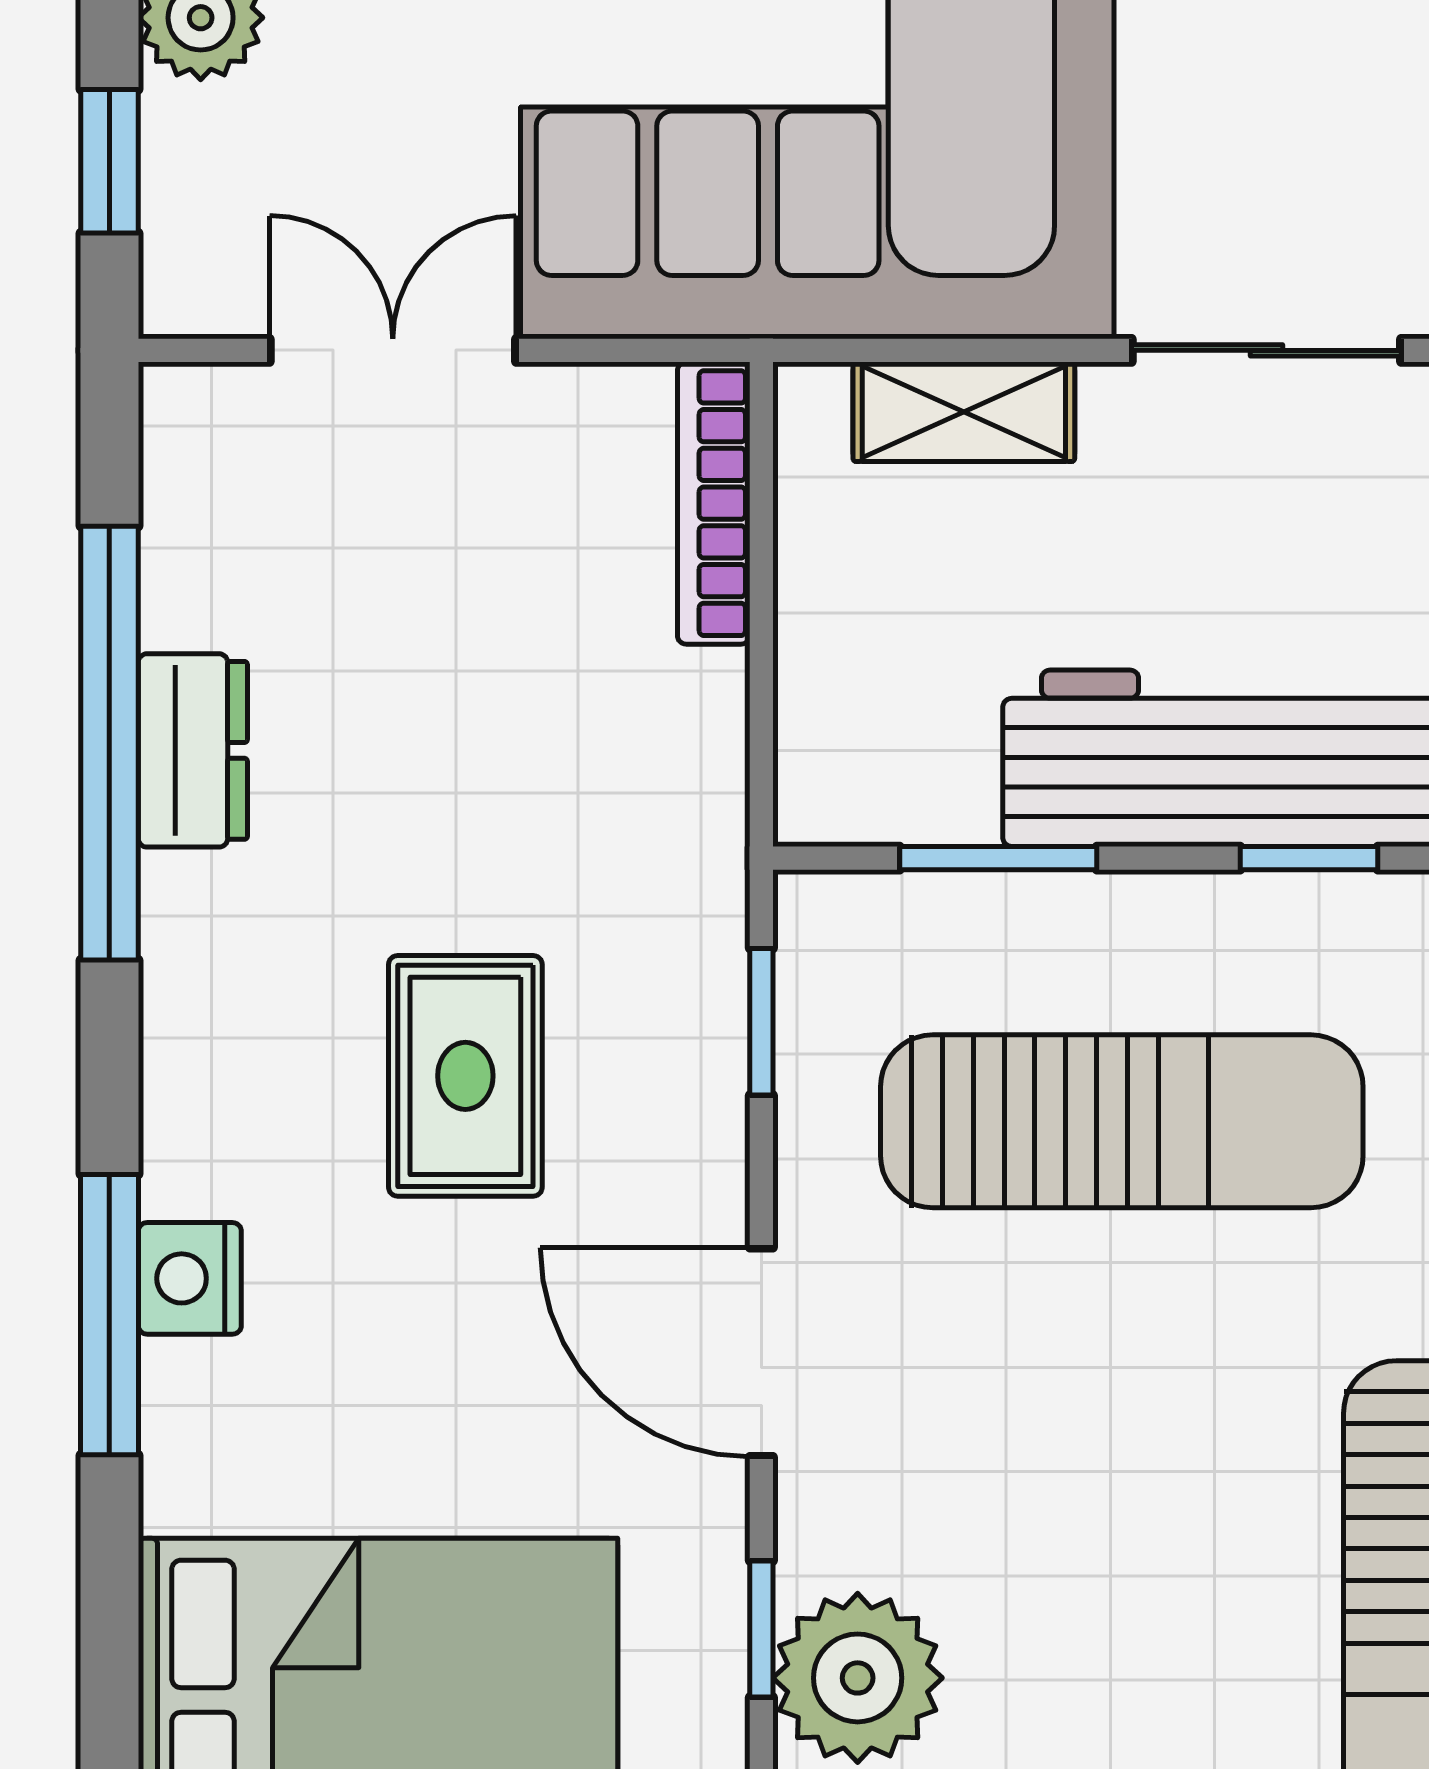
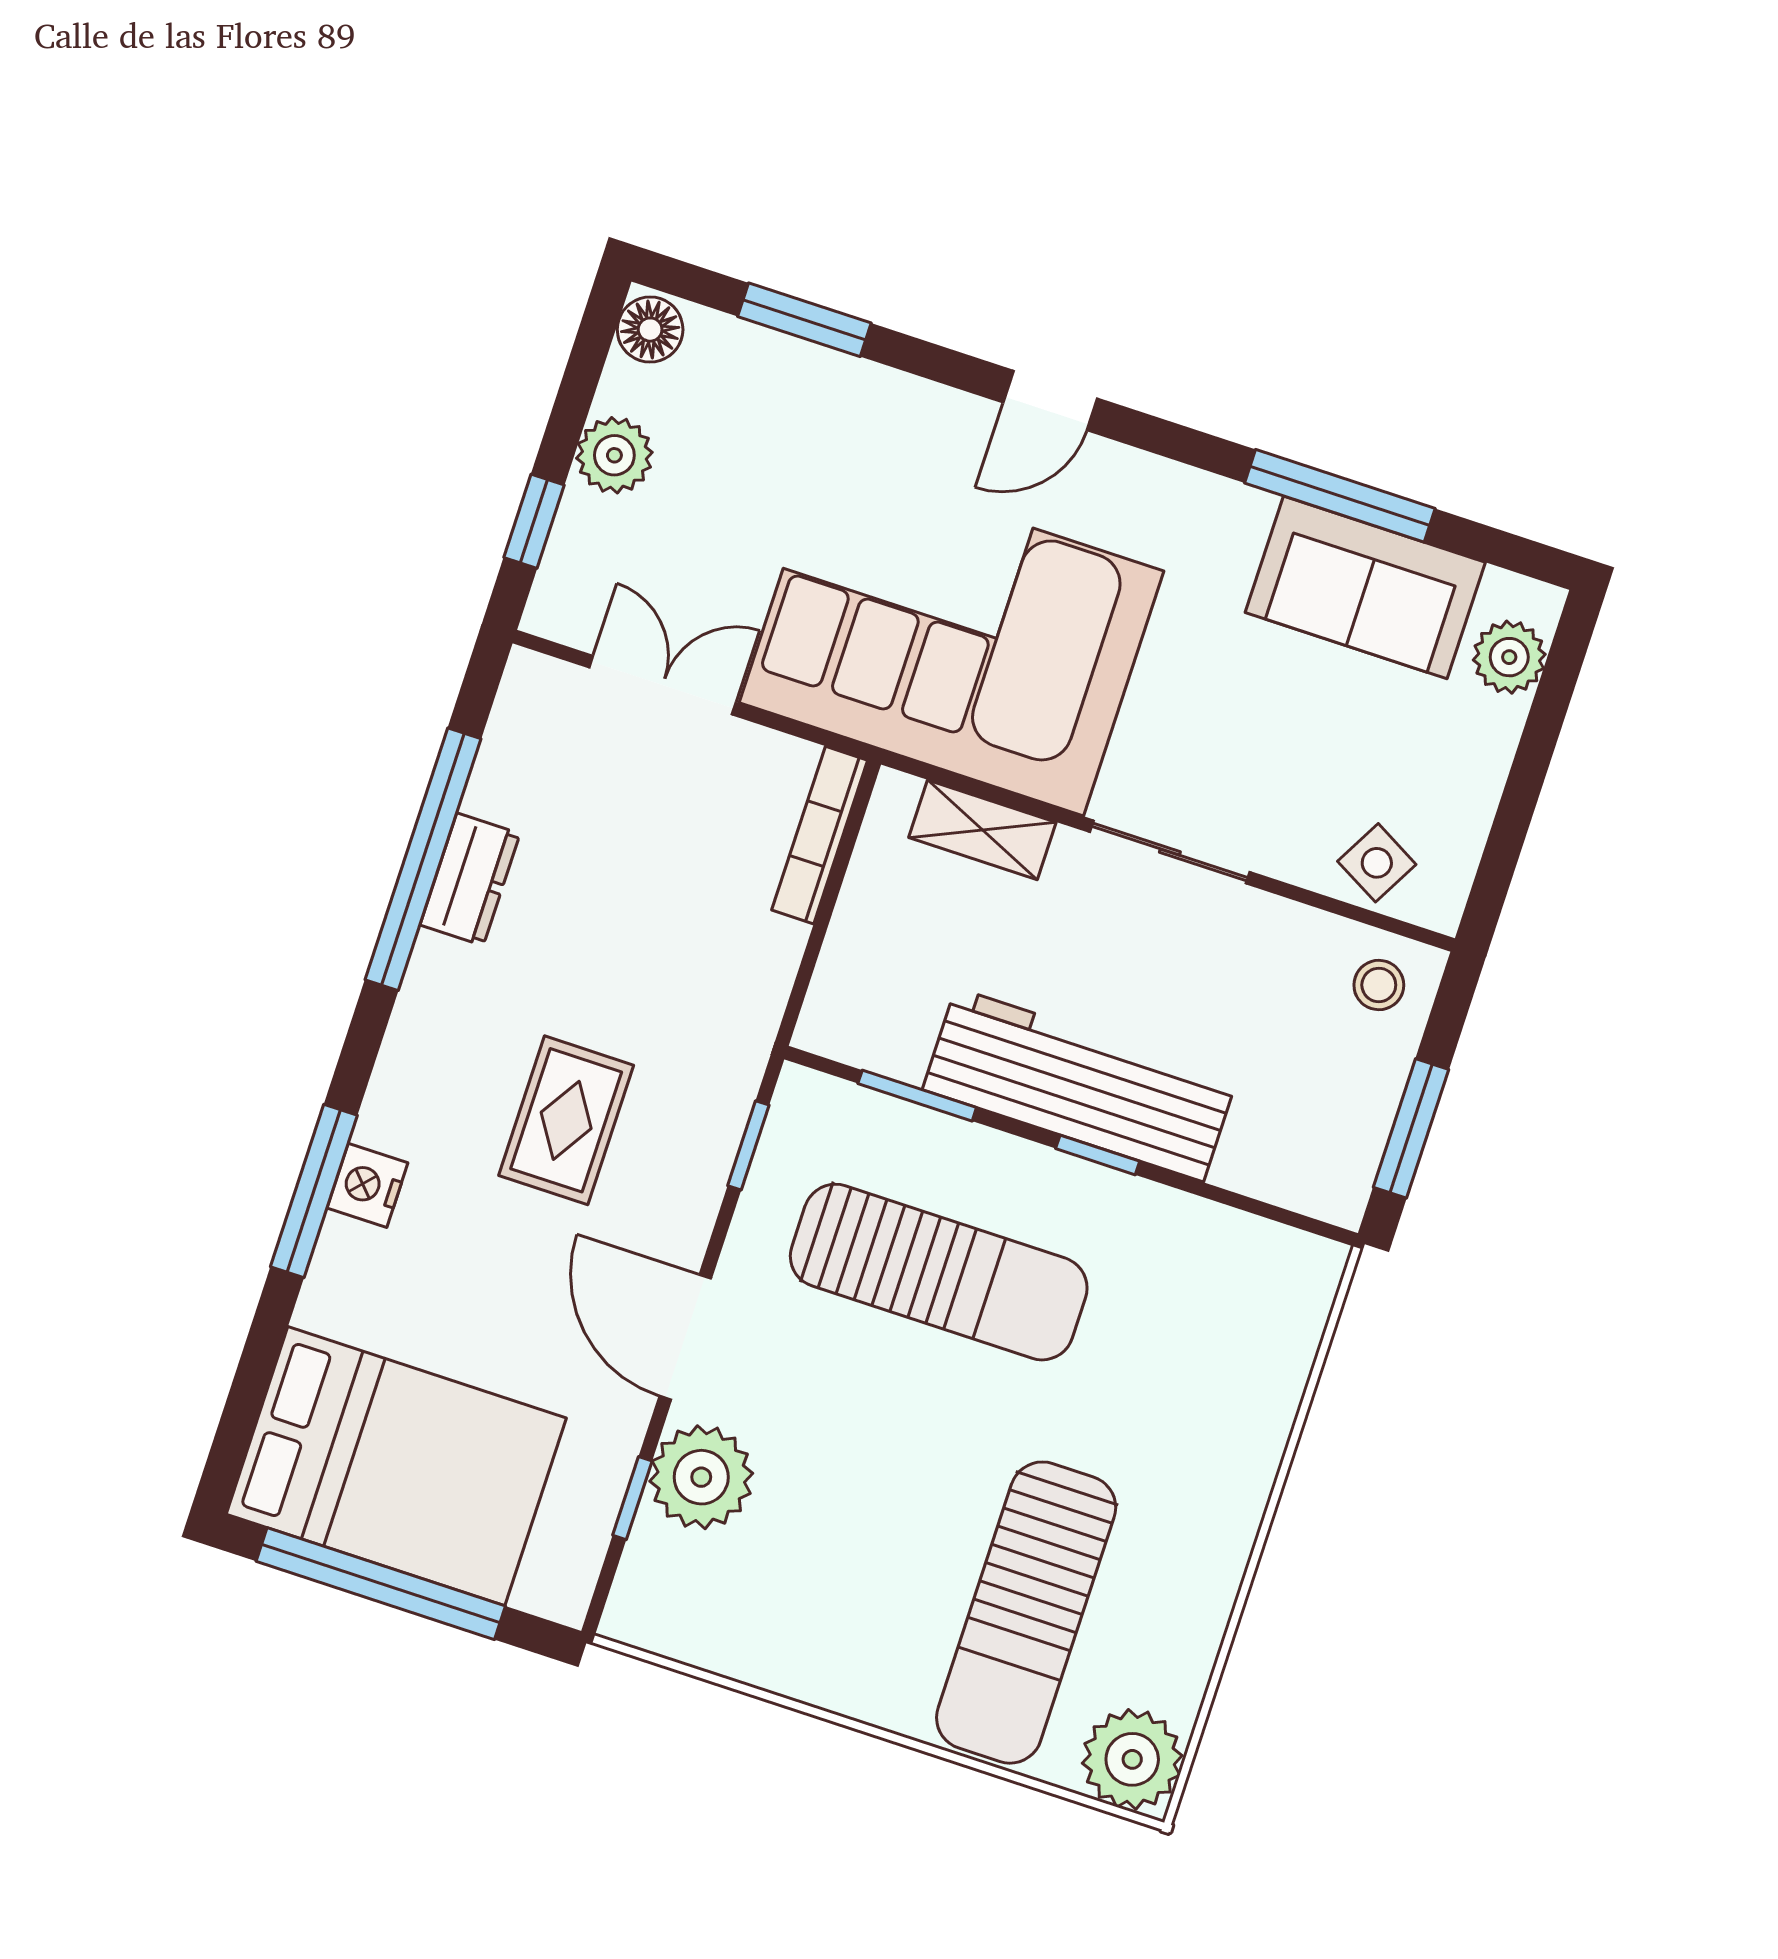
plant: (858, 1678) -> (701, 1477), moved

